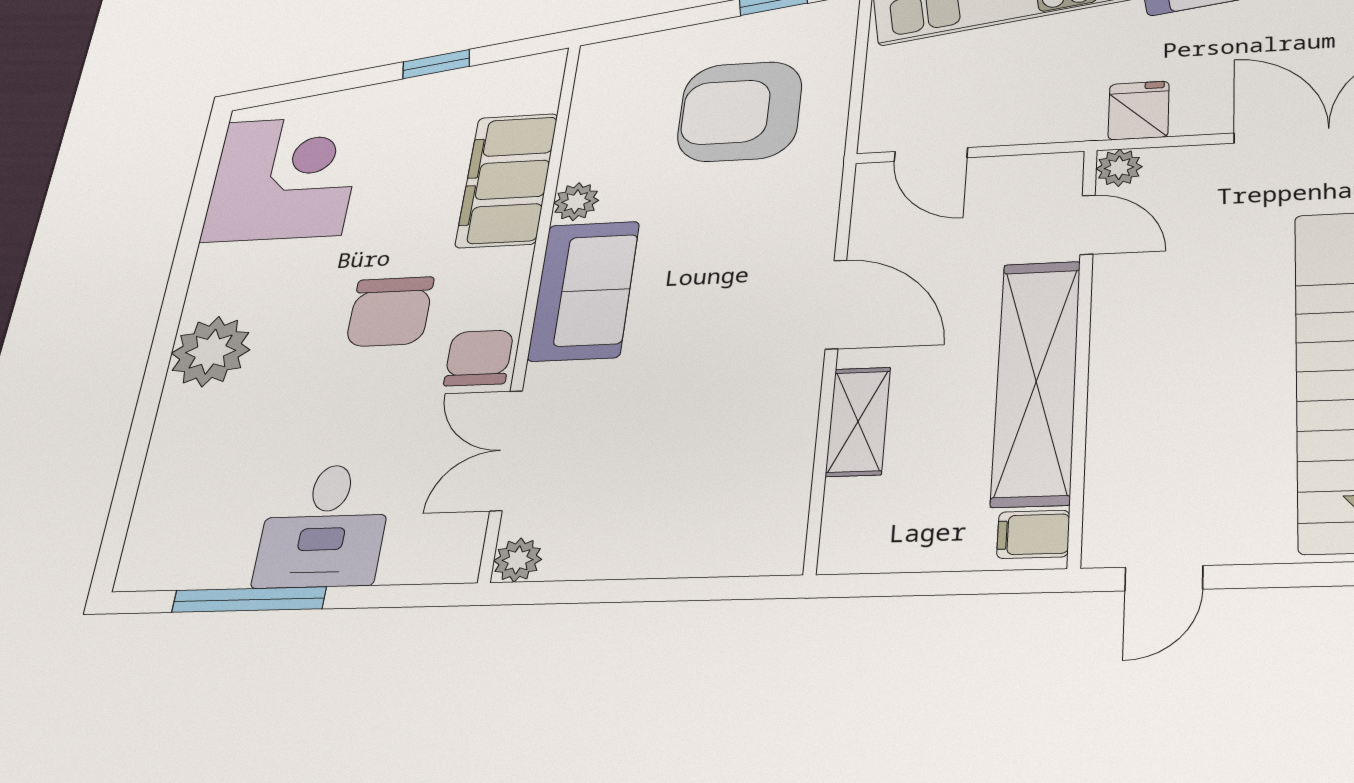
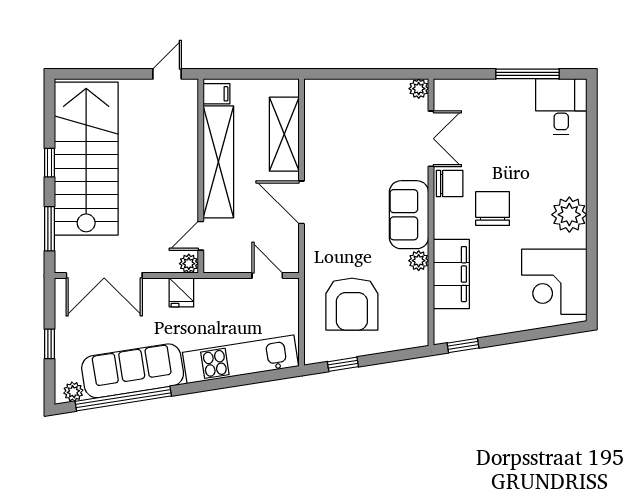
window: (436, 64) -> (463, 345), moved
armchair: (740, 111) -> (352, 304), turned 90
door: (1088, 225) -> (201, 236), hinge flipped
plant: (210, 352) -> (569, 215), moved
chair: (479, 358) -> (450, 184), turned -90
shelving: (858, 421) -> (284, 134), width x1.50, depth x1.33
desk: (324, 526) -> (561, 106), moved

